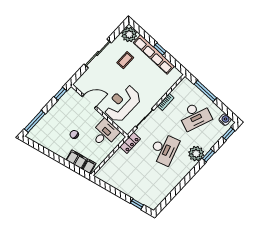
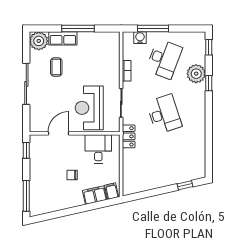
window: (160, 49) -> (78, 29), width x2.17
row of seats: (154, 54) -> (63, 38), width x0.50
water cooler: (225, 120) -> (140, 38), moved
plant: (196, 154) -> (196, 74), moved

